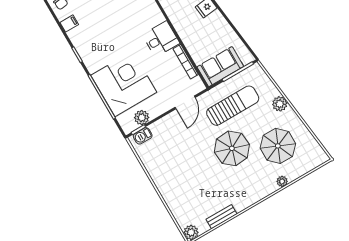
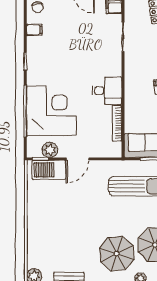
door: (185, 102) -> (77, 159), moved
barbecue: (143, 136) -> (49, 170), width x1.88, depth x1.53
parasol: (232, 148) -> (117, 254), moved

